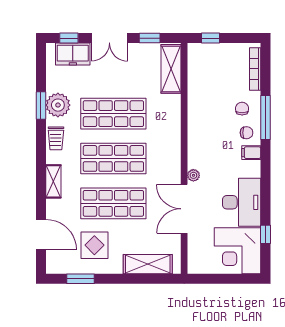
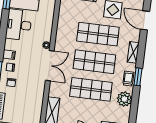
window: (41, 106) -> (138, 77), moved
double door: (184, 209) -> (50, 66), moved

